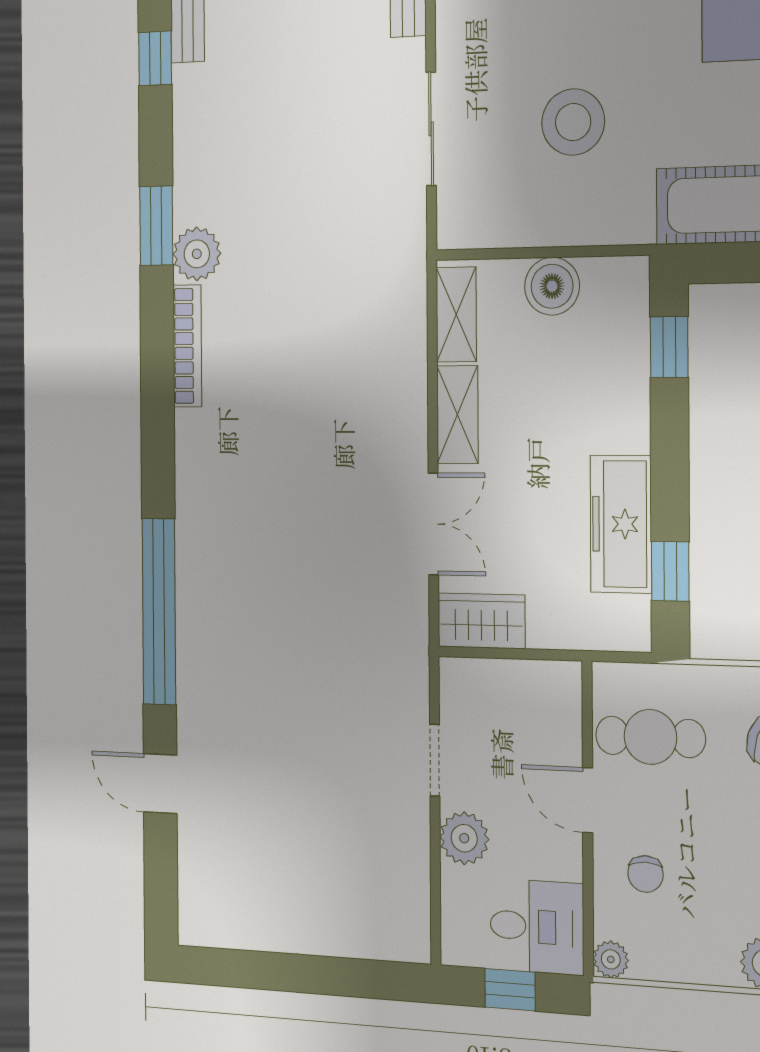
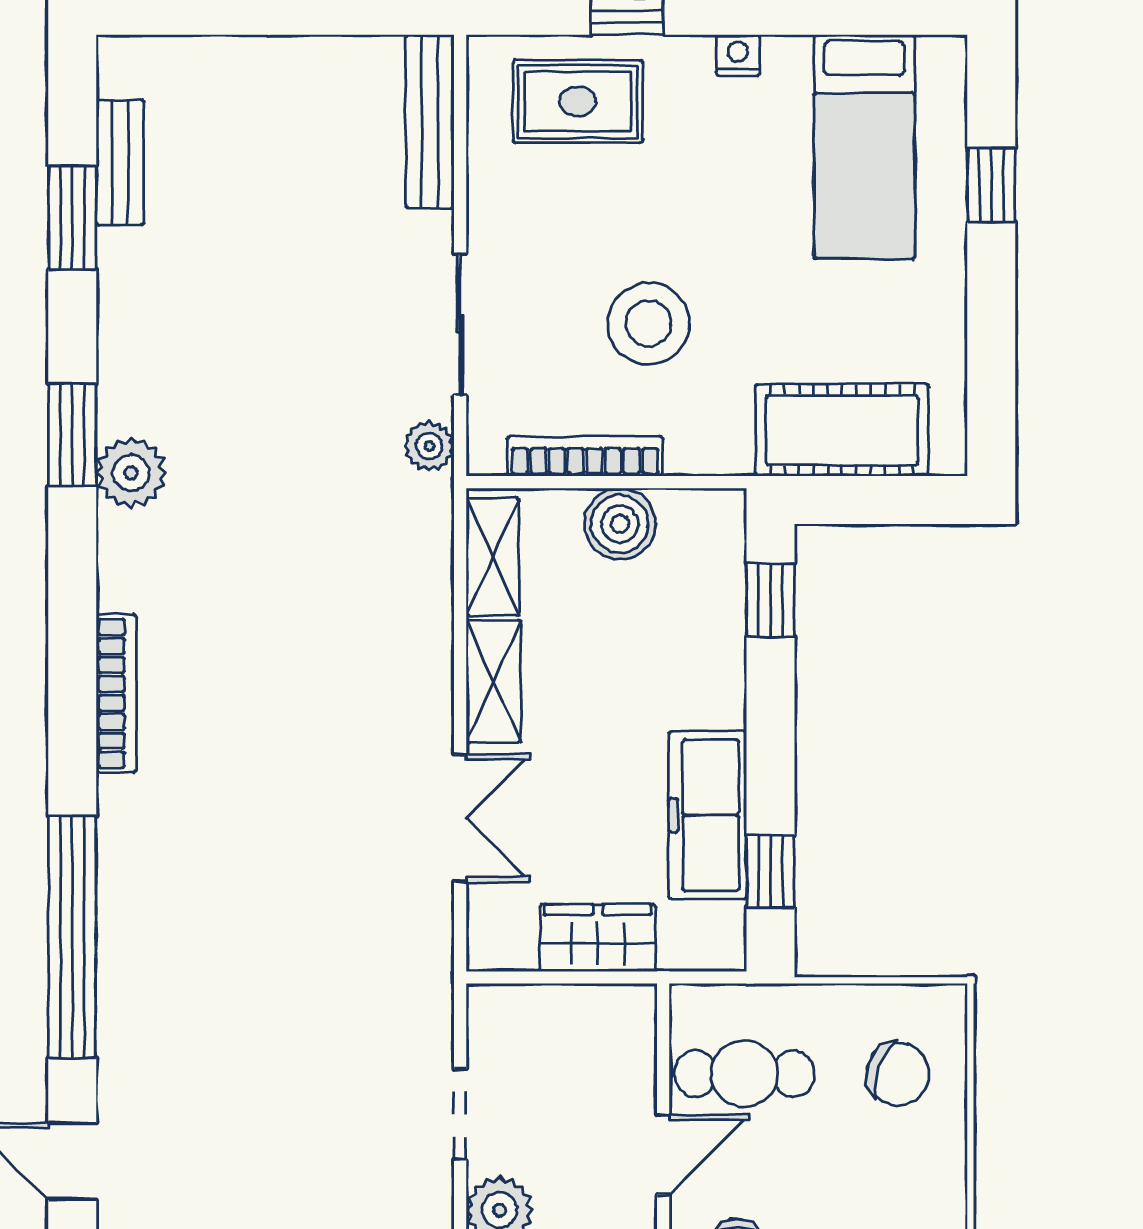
window: (155, 58) -> (72, 218), width x1.50
plant: (409, 227) -> (429, 446), added
bookcase: (525, 232) -> (585, 456), added
bookcase: (187, 346) -> (116, 693), moved
wardrobe: (481, 621) -> (598, 938), moved
door: (588, 800) -> (663, 1155), swing flipped

